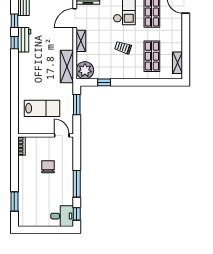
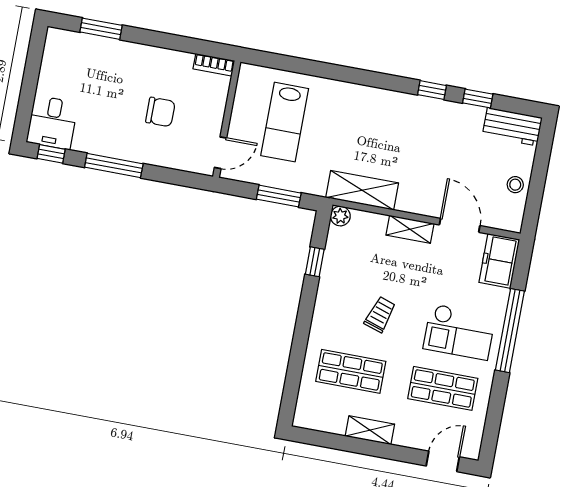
workbench: (24, 40) -> (435, 111), removed
shelving: (178, 63) -> (370, 430), moved
plant: (85, 70) -> (340, 216), width x0.53, depth x0.53

